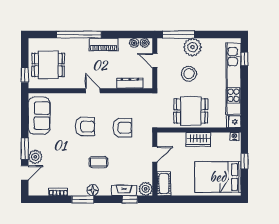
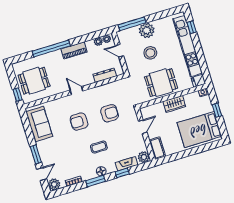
armchair: (85, 127) -> (79, 122), turned 180
plant: (35, 157) -> (54, 184), moved
window: (130, 199) -> (122, 173), moved

